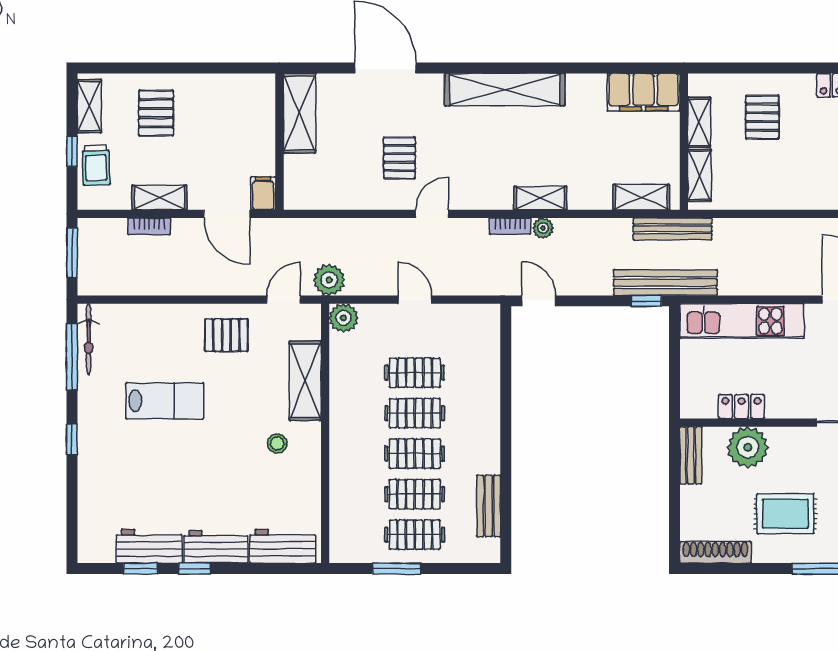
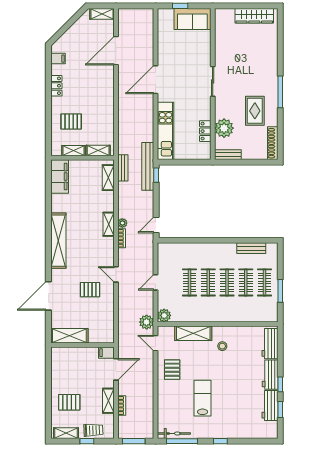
bench: (673, 229) -> (123, 168), width x0.73

